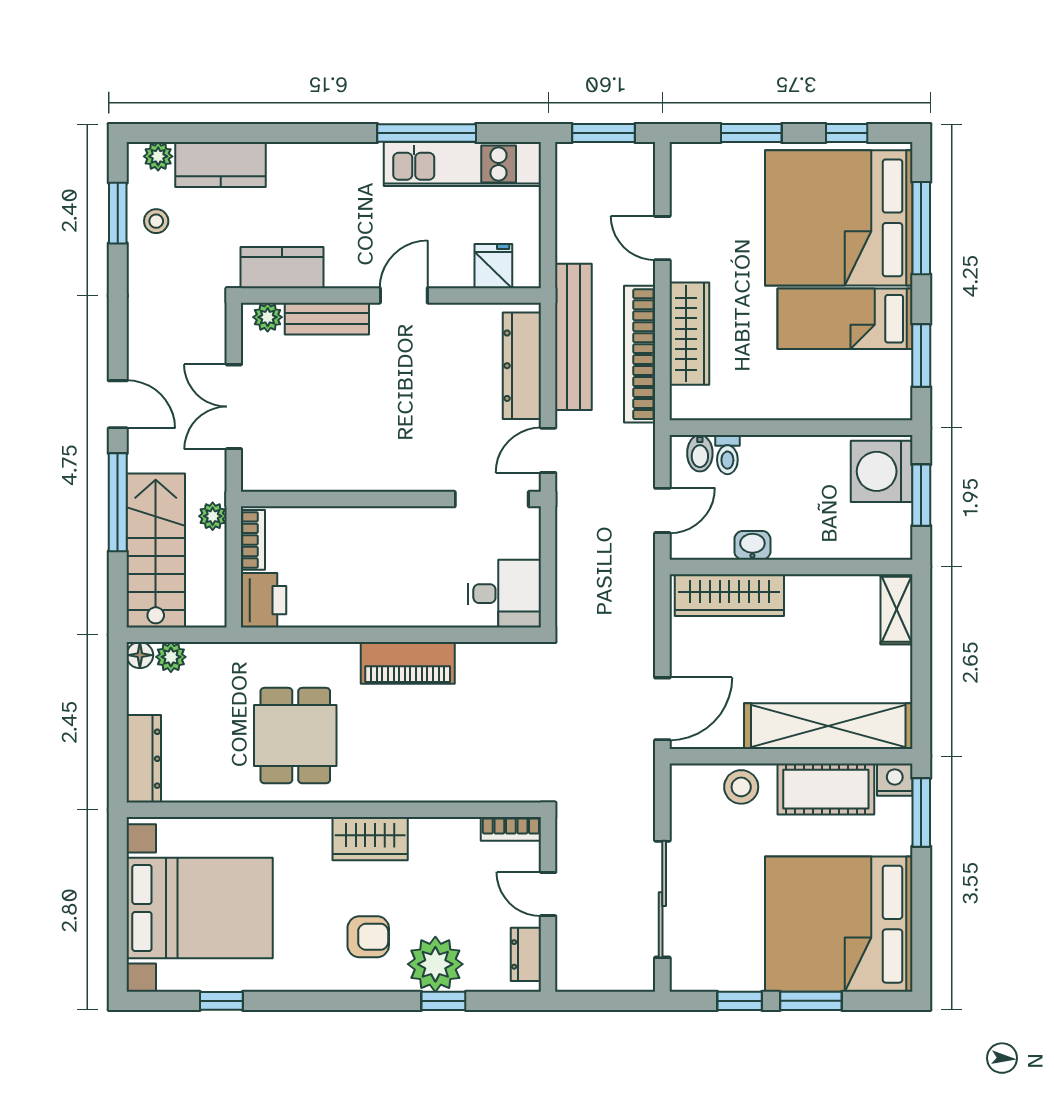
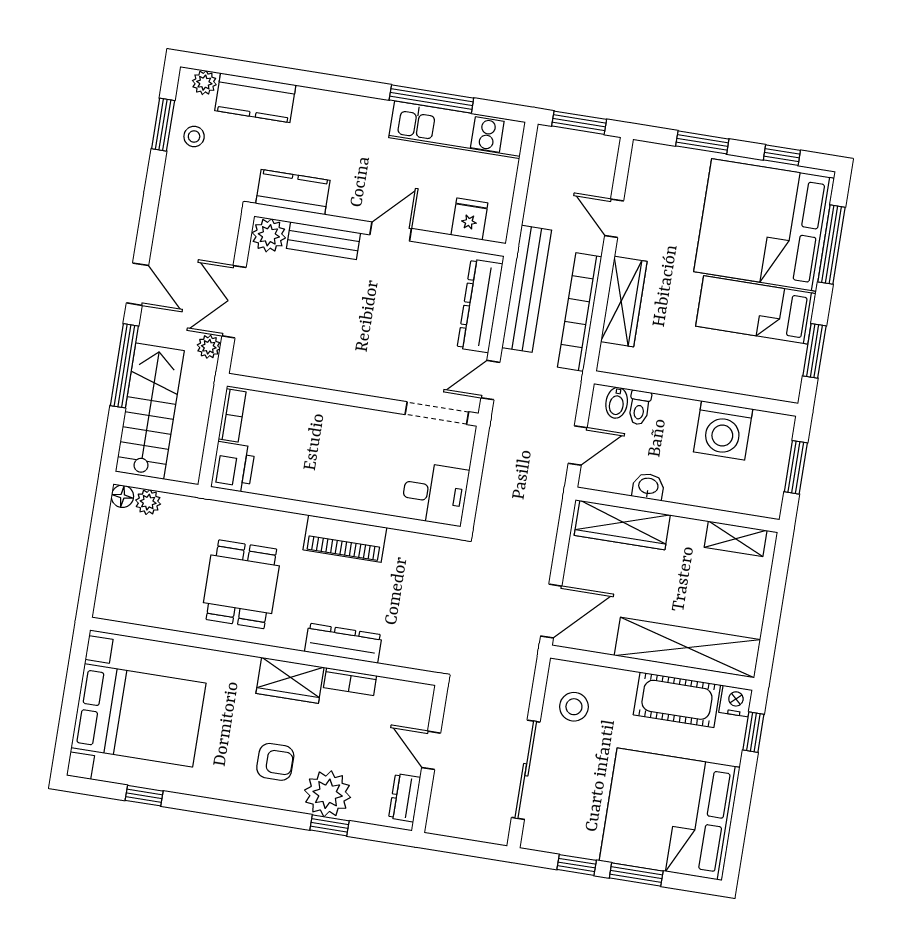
plant: (268, 317) -> (269, 235), width x1.38, depth x1.38
washing machine: (882, 471) -> (723, 430), moved, turned -90
plant: (213, 516) -> (209, 347), moved
shelving: (897, 609) -> (736, 539), moved, turned 90
dresser: (144, 759) -> (343, 643), moved, turned -90
stool: (741, 787) -> (574, 707), moved
window: (921, 812) -> (753, 732), width x0.67
bookcase: (511, 829) -> (350, 682), moved

